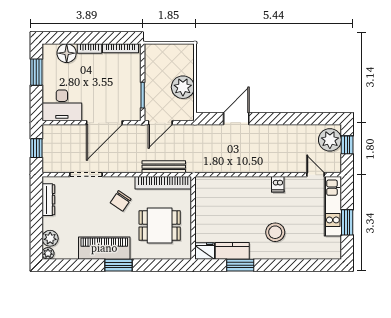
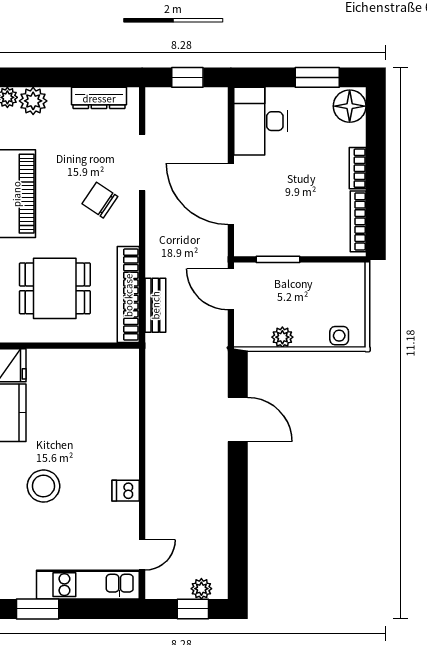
floor lamp: (67, 53) -> (350, 106), moved
side table: (187, 59) -> (339, 336), added
plant: (183, 87) -> (282, 337), width x0.53, depth x0.53
plant: (330, 140) -> (201, 589), width x0.53, depth x0.53
bench: (164, 167) -> (155, 305), width x0.73
chair: (121, 201) -> (100, 200), moved
window: (347, 222) -> (38, 609), moved
dining table: (160, 226) -> (55, 288), turned 90

